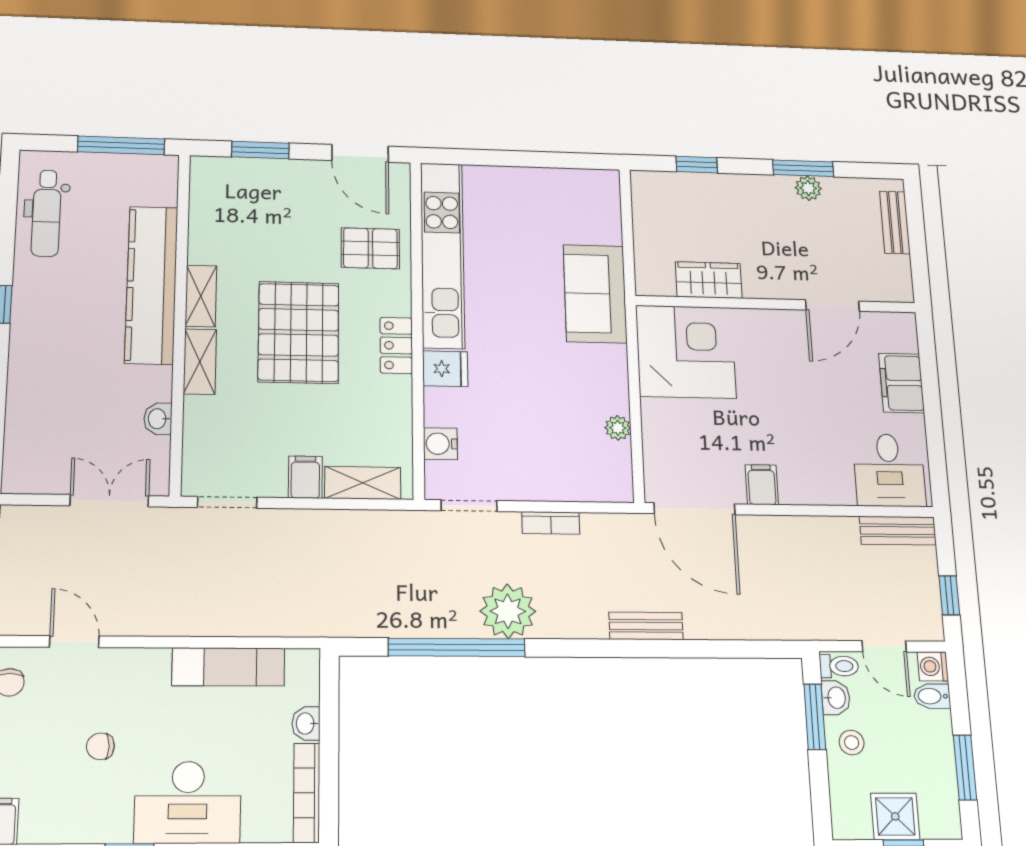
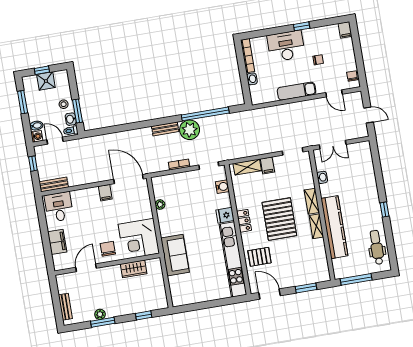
chair: (771, 342) -> (108, 249), added
bench: (646, 626) -> (165, 129), moved
exam couch: (228, 667) -> (297, 91), moved

